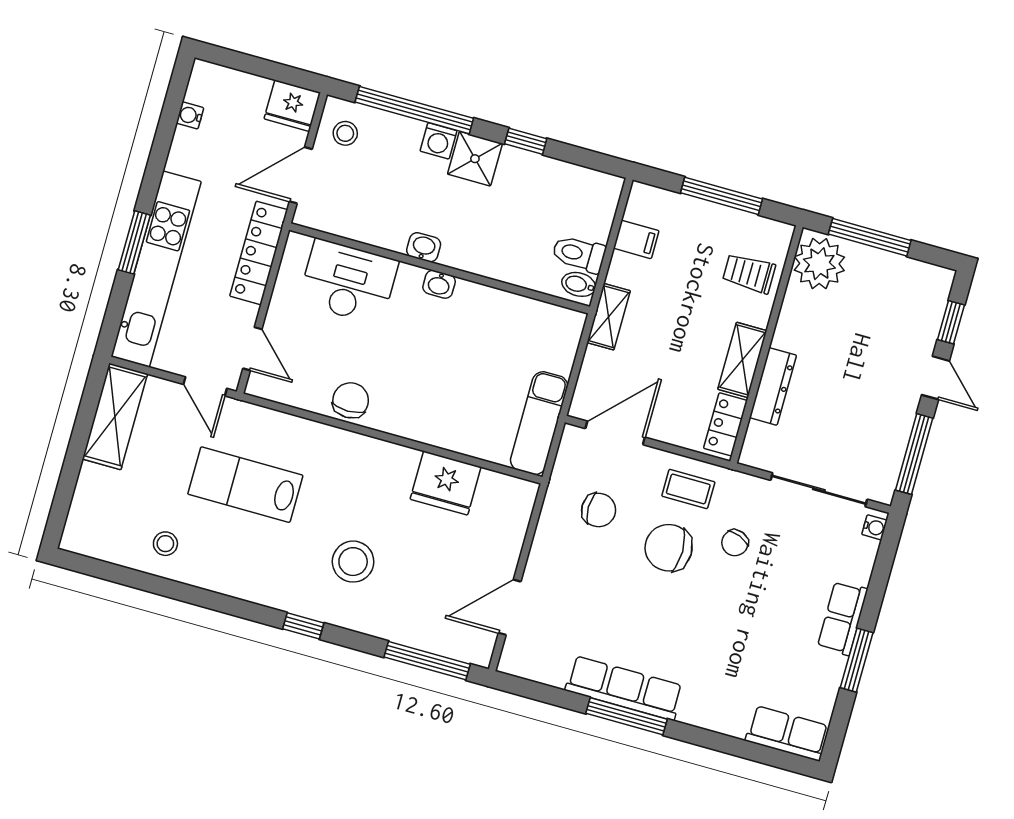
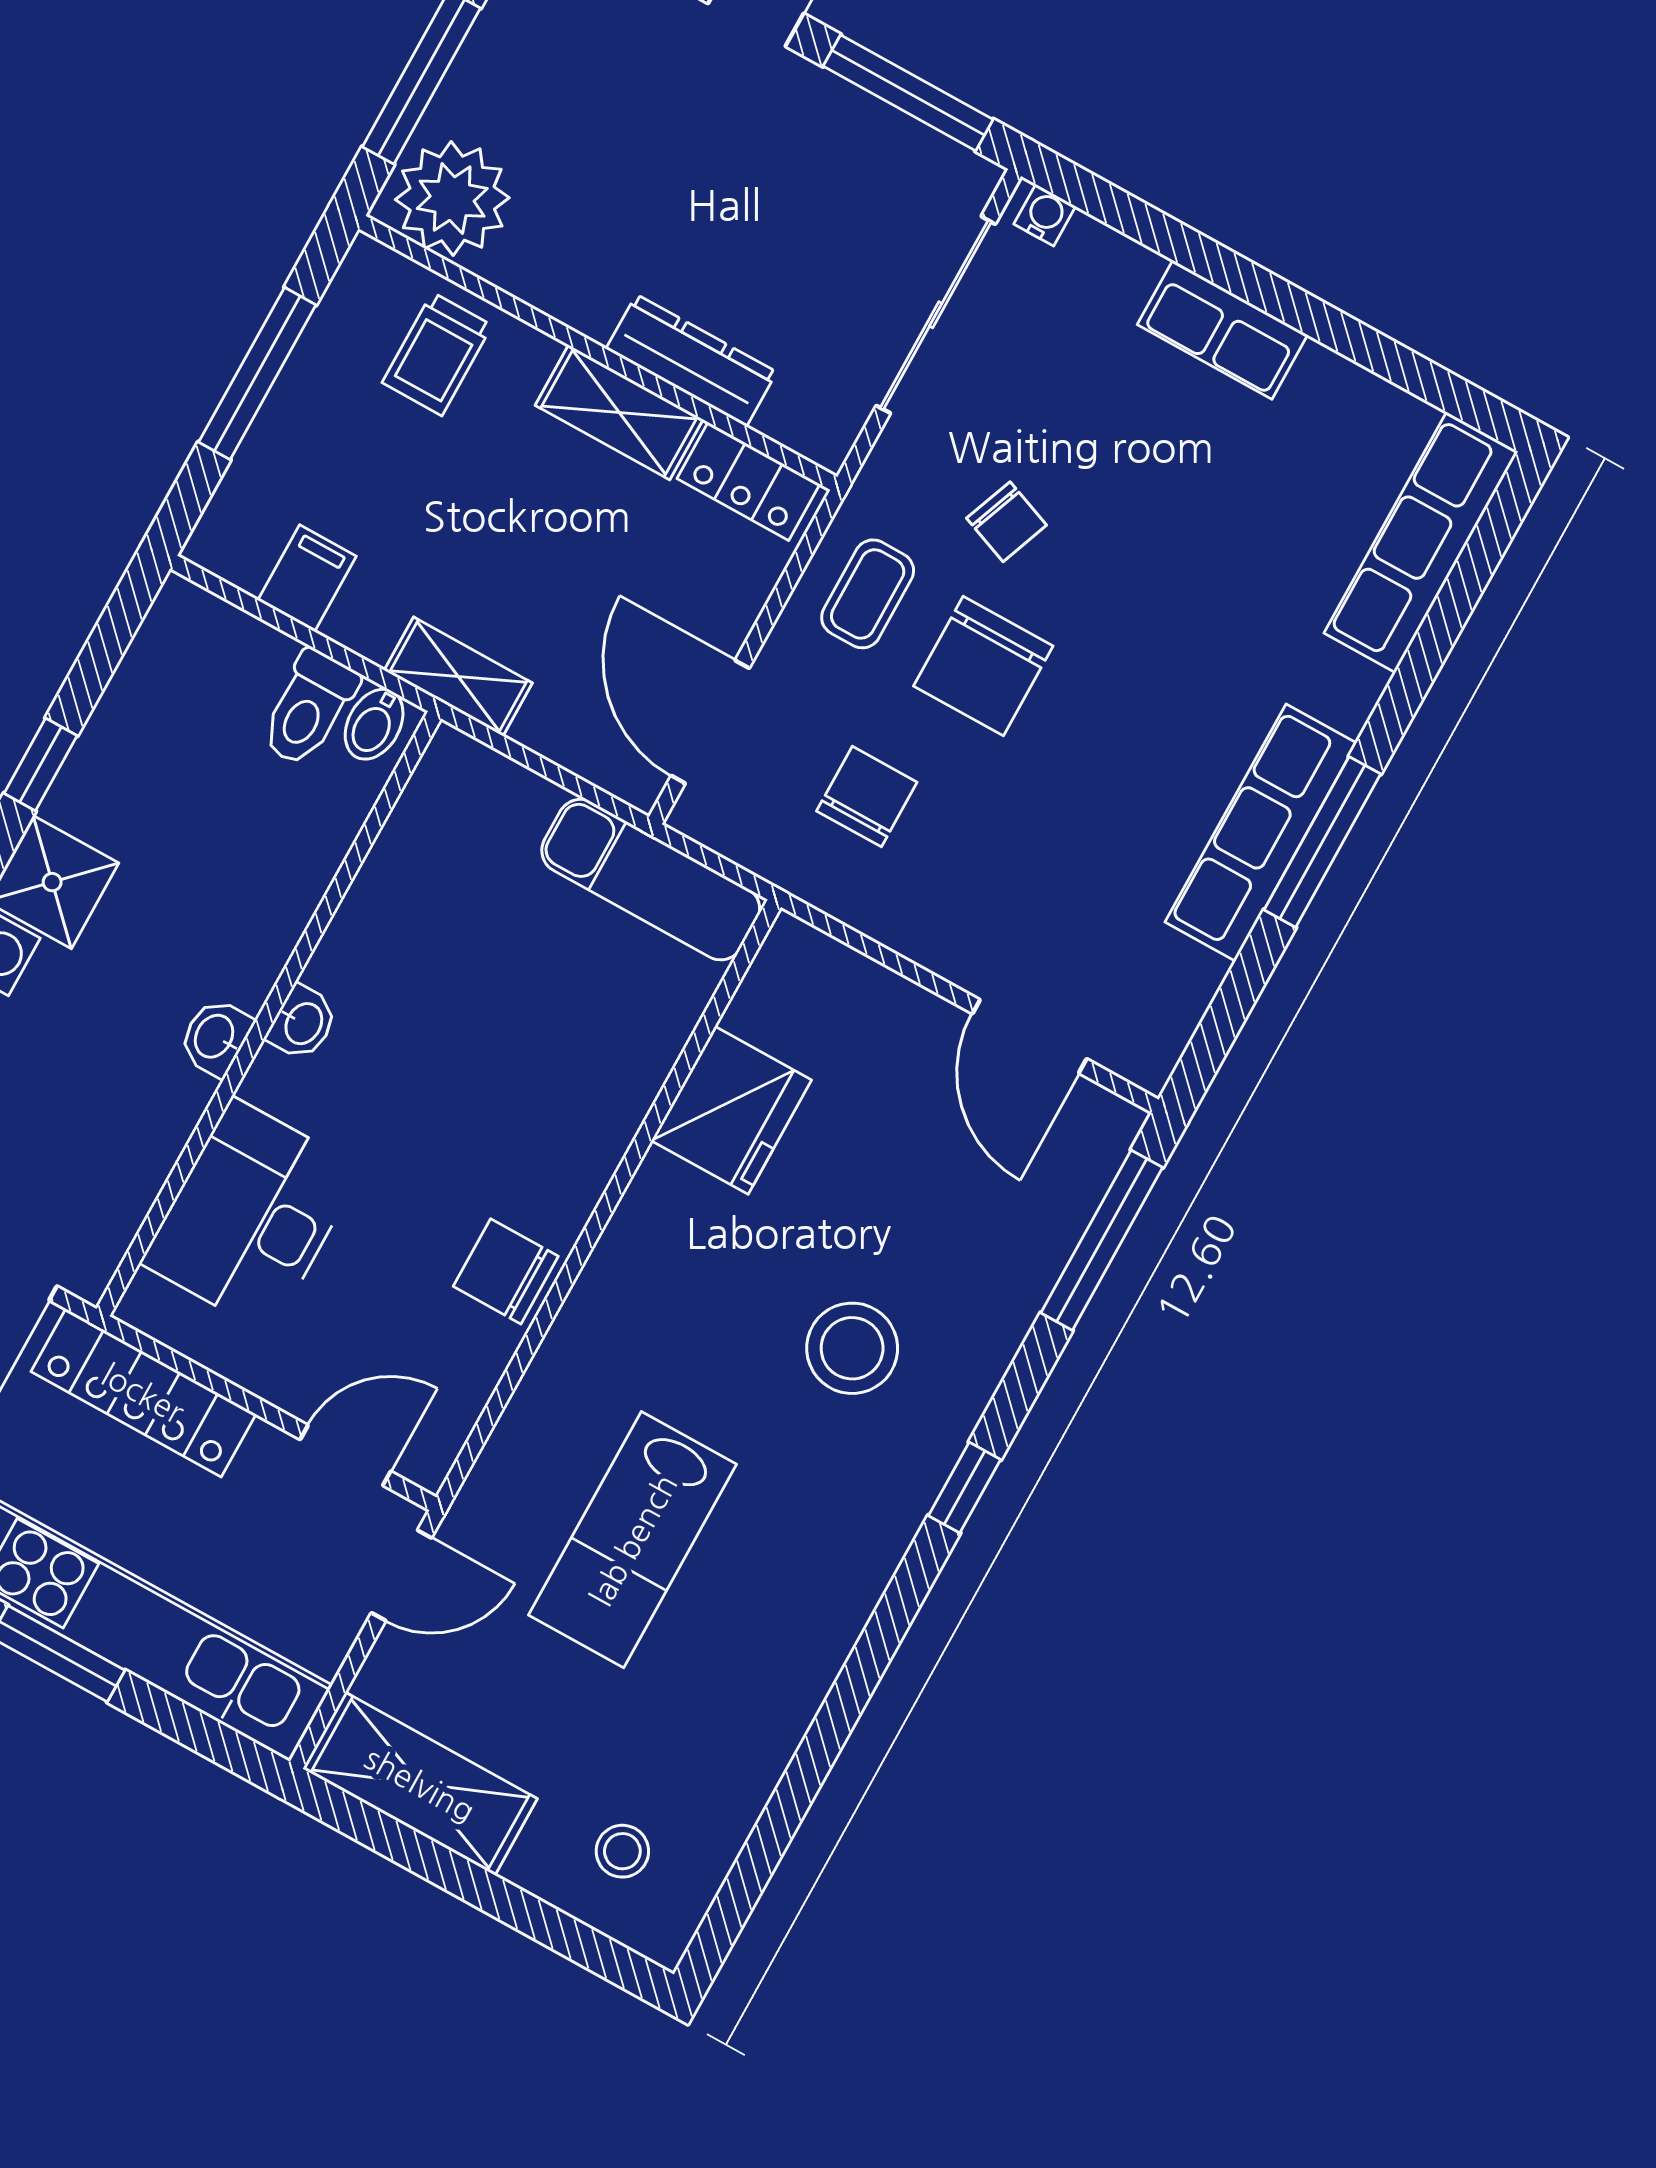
stool: (165, 544) -> (622, 1851), moved
window: (857, 660) -> (1320, 321), removed
row of seats: (787, 733) -> (1421, 542), width x1.48

